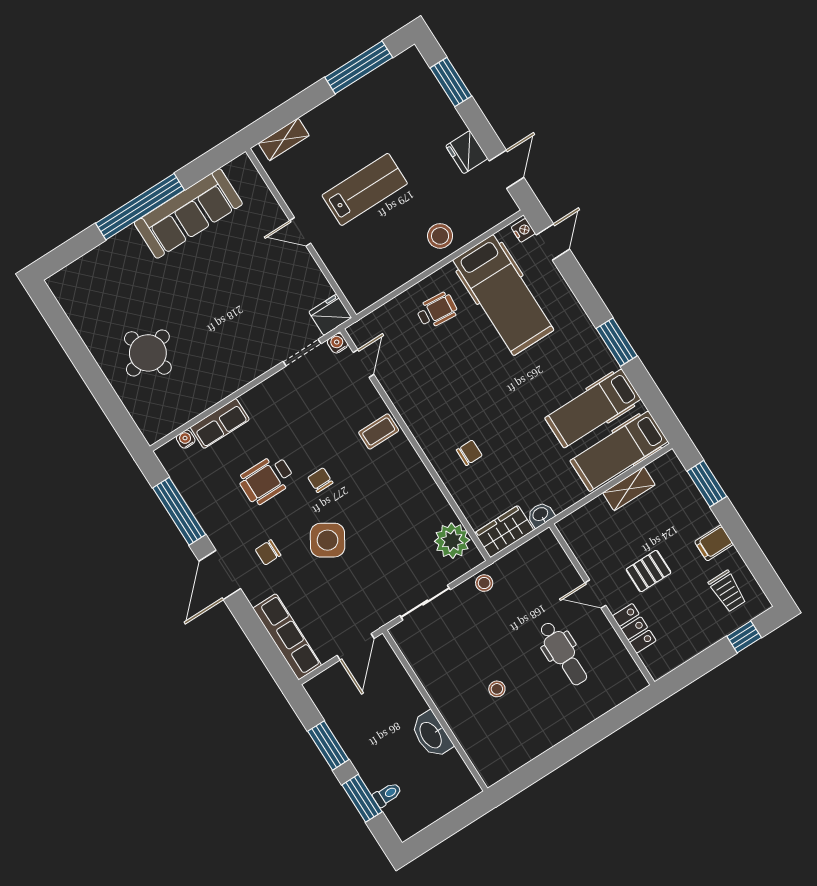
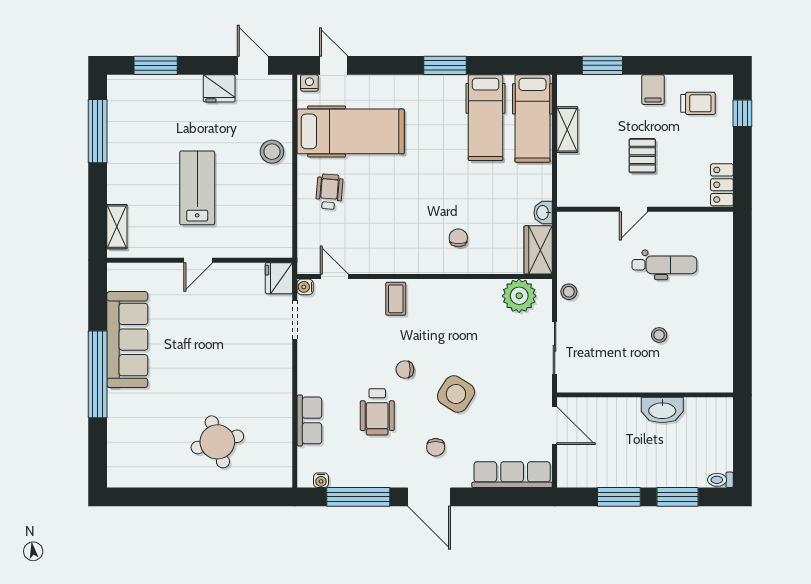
water cooler: (186, 439) -> (321, 480), moved, turned -90
locker: (634, 628) -> (722, 185), moved, turned -90
toilet: (387, 794) -> (720, 480), moved, turned -90

